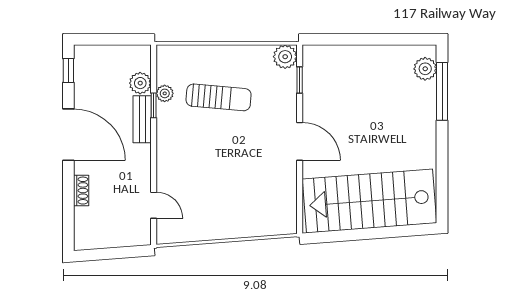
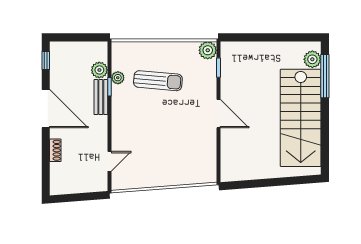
stairs: (369, 201) -> (301, 118), moved, turned -86
door: (154, 205) -> (109, 161), hinge flipped

